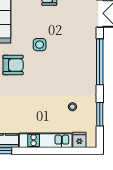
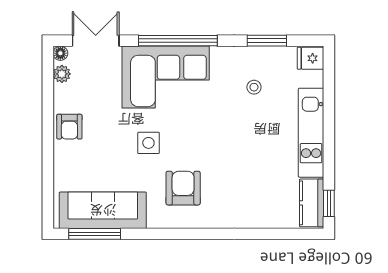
corner sofa: (78, 55) -> (166, 77), added
fridge: (79, 140) -> (310, 58), moved

